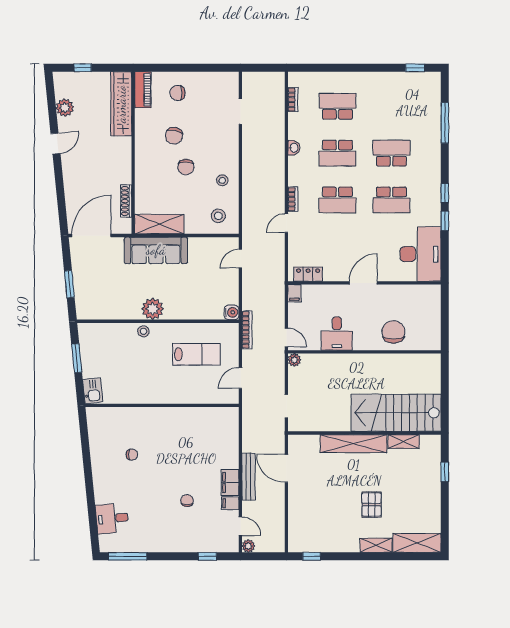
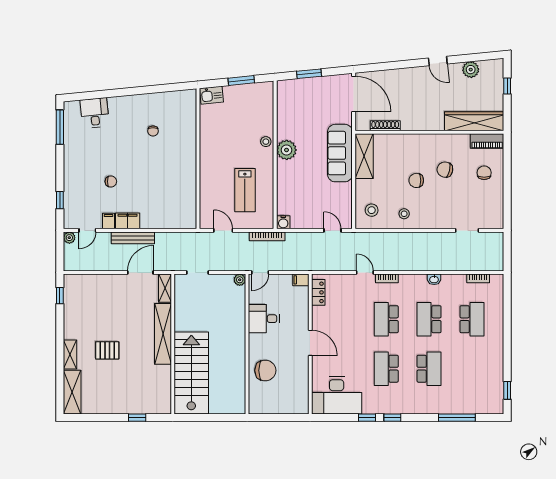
shelving: (404, 442) -> (165, 288), moved

